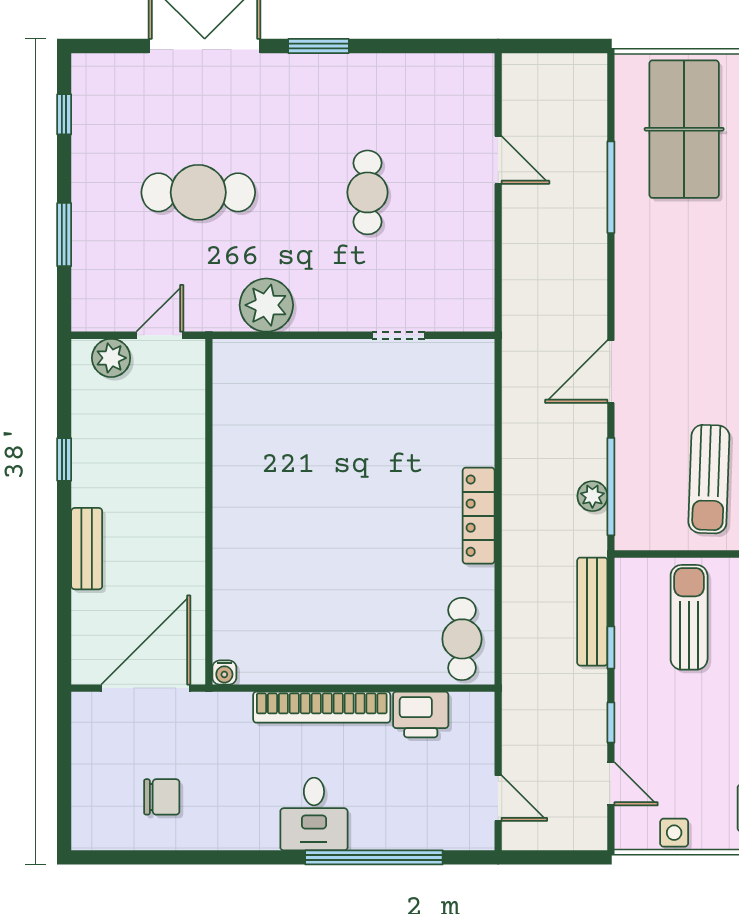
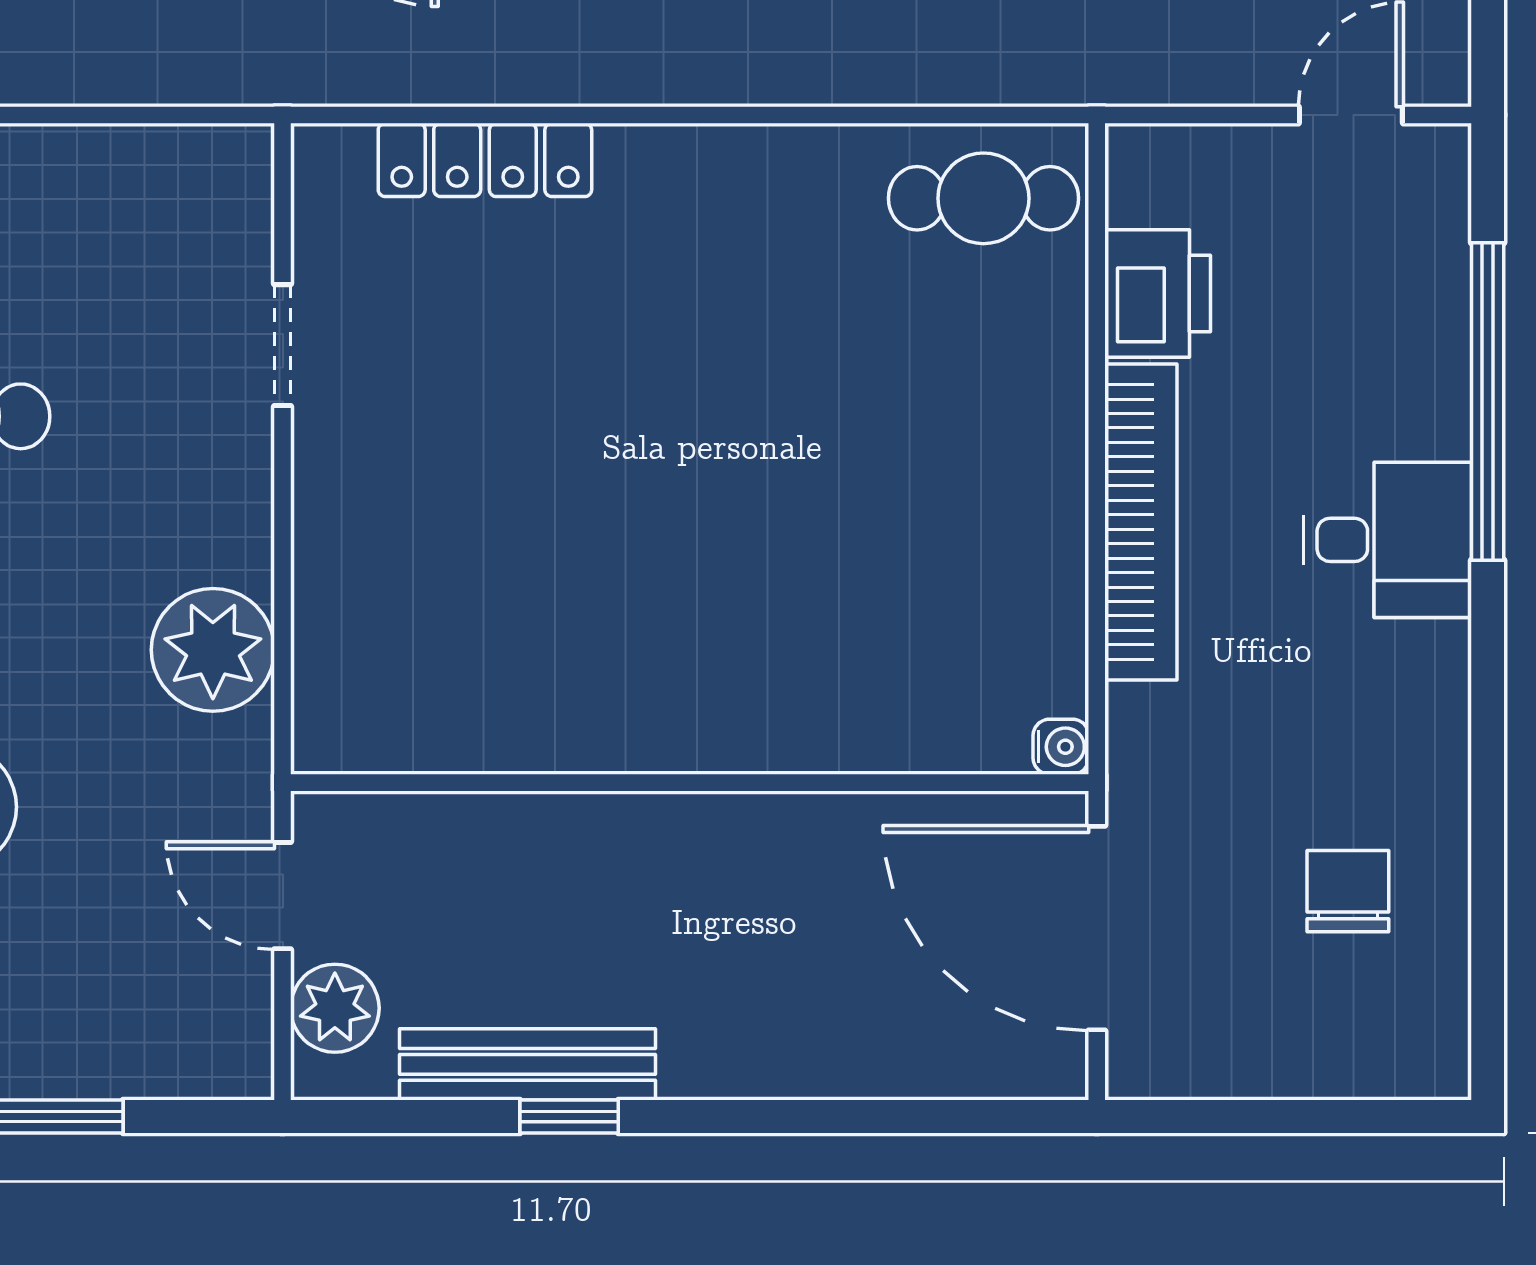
locker: (479, 516) -> (485, 160), moved
bench: (87, 549) -> (528, 1064), moved, width x1.36

